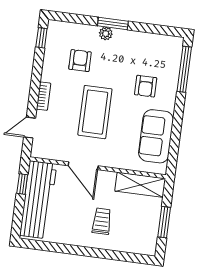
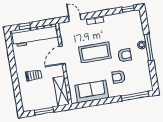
window: (113, 24) -> (149, 47), width x1.44
armchair: (80, 61) -> (125, 55), moved
window: (22, 184) -> (25, 26), moved

